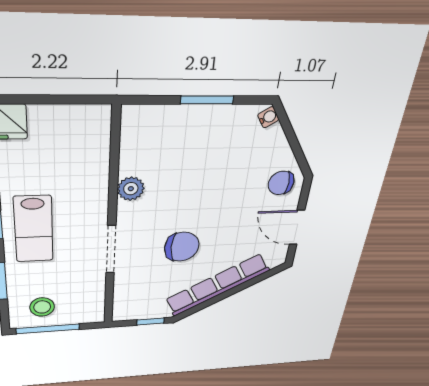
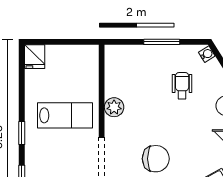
wheelchair: (228, 159) -> (182, 86), added
lab bench: (34, 229) -> (65, 115), moved, turned -90

